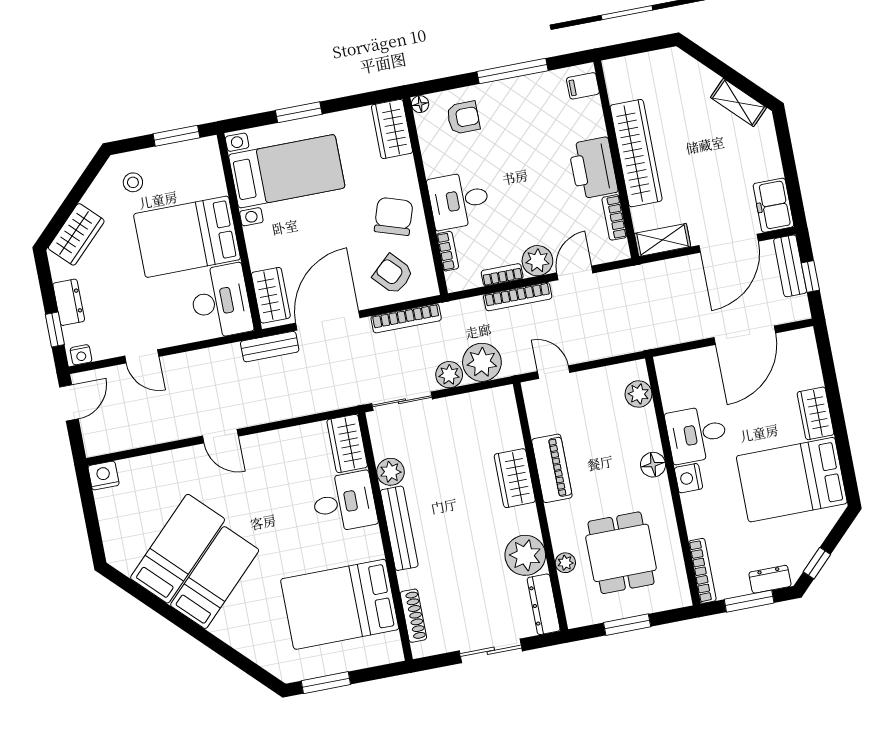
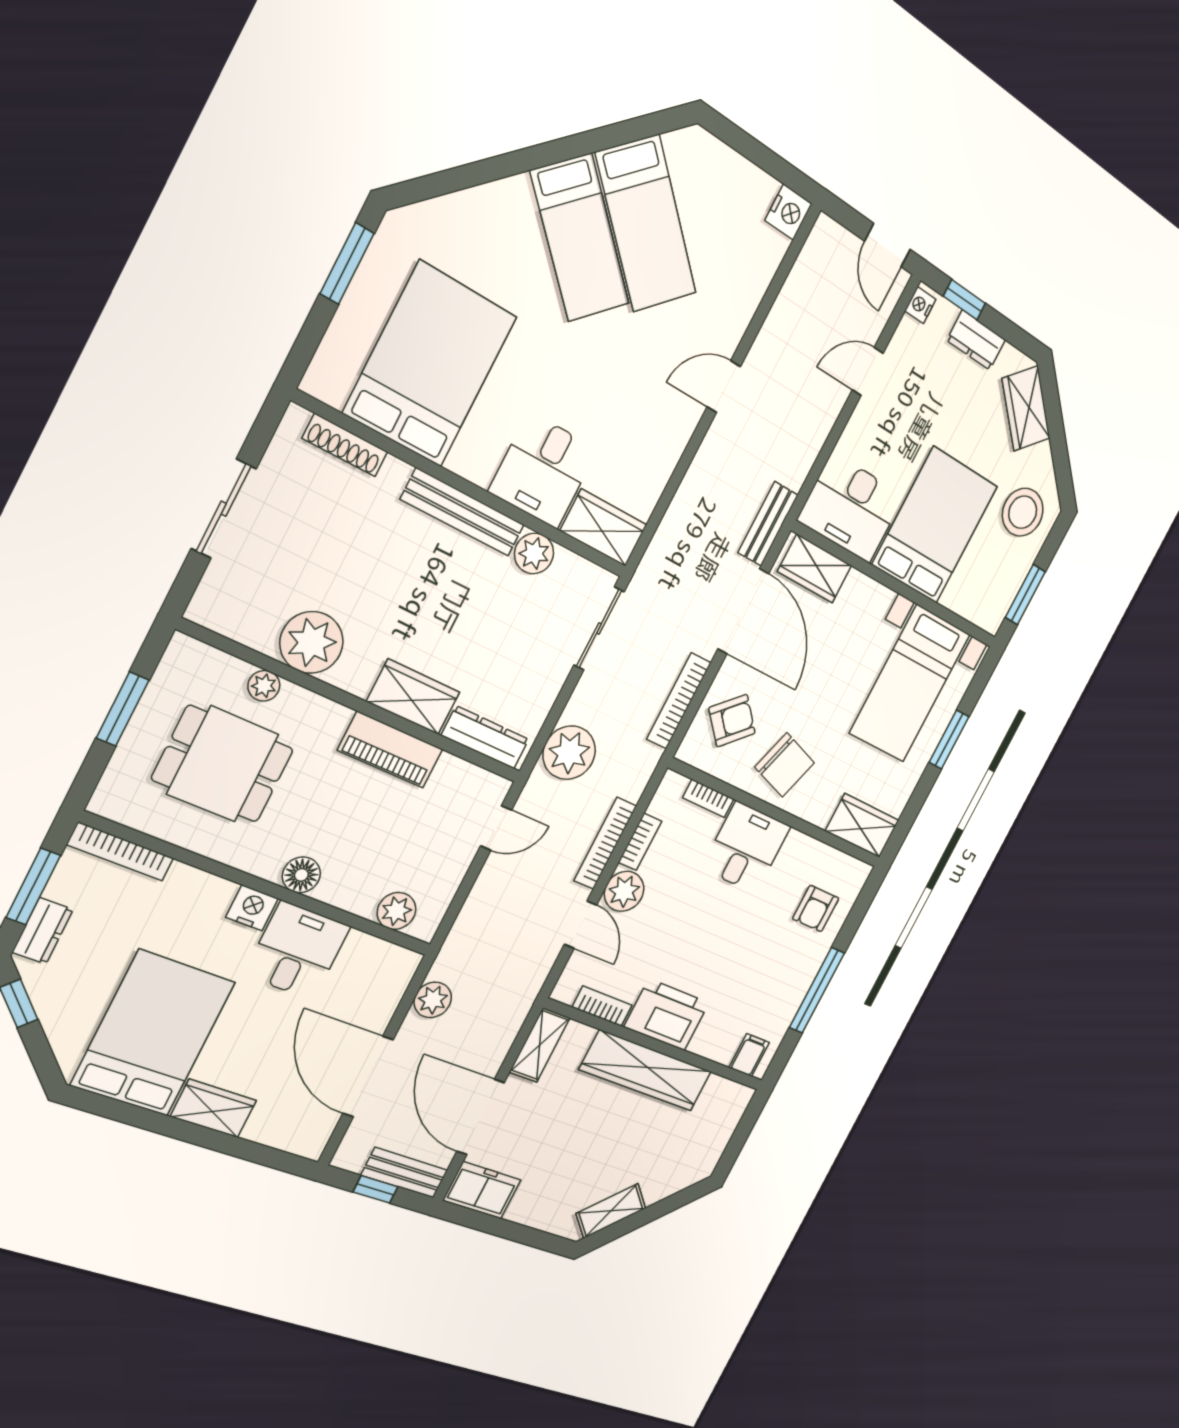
floor lamp: (420, 104) -> (861, 872), removed
stool: (133, 182) -> (1023, 512), width x1.89, depth x1.89
plant: (449, 375) -> (433, 1000), moved
dresser: (544, 604) -> (485, 737), moved

